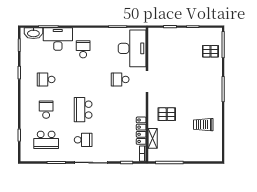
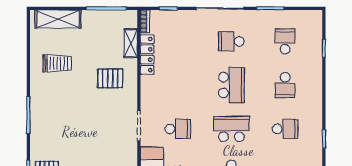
school desk: (83, 79) -> (231, 129), added
school desk: (46, 140) -> (285, 41), width x0.54
shelving: (203, 155) -> (58, 19), added

